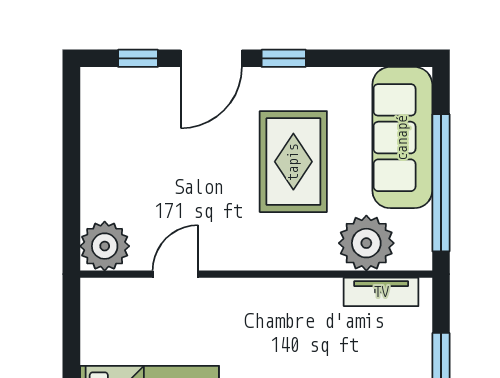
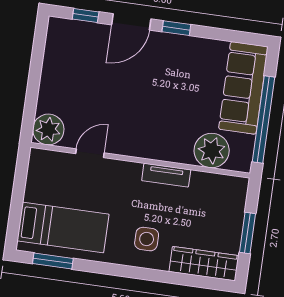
rug: (293, 162) -> (173, 93), removed
tv unit: (381, 292) -> (166, 175), moved

